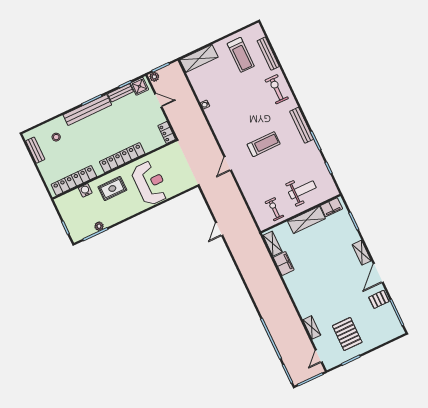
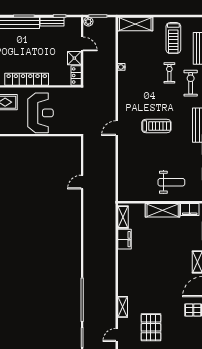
shower: (140, 86) -> (74, 58), moved
exercise bike: (274, 209) -> (169, 73), moved

